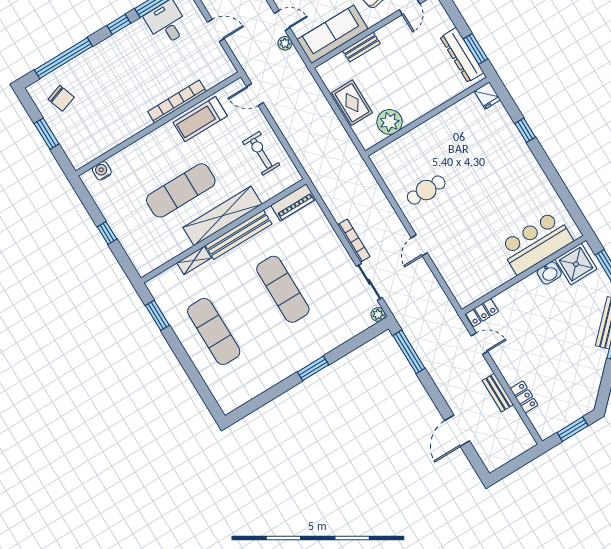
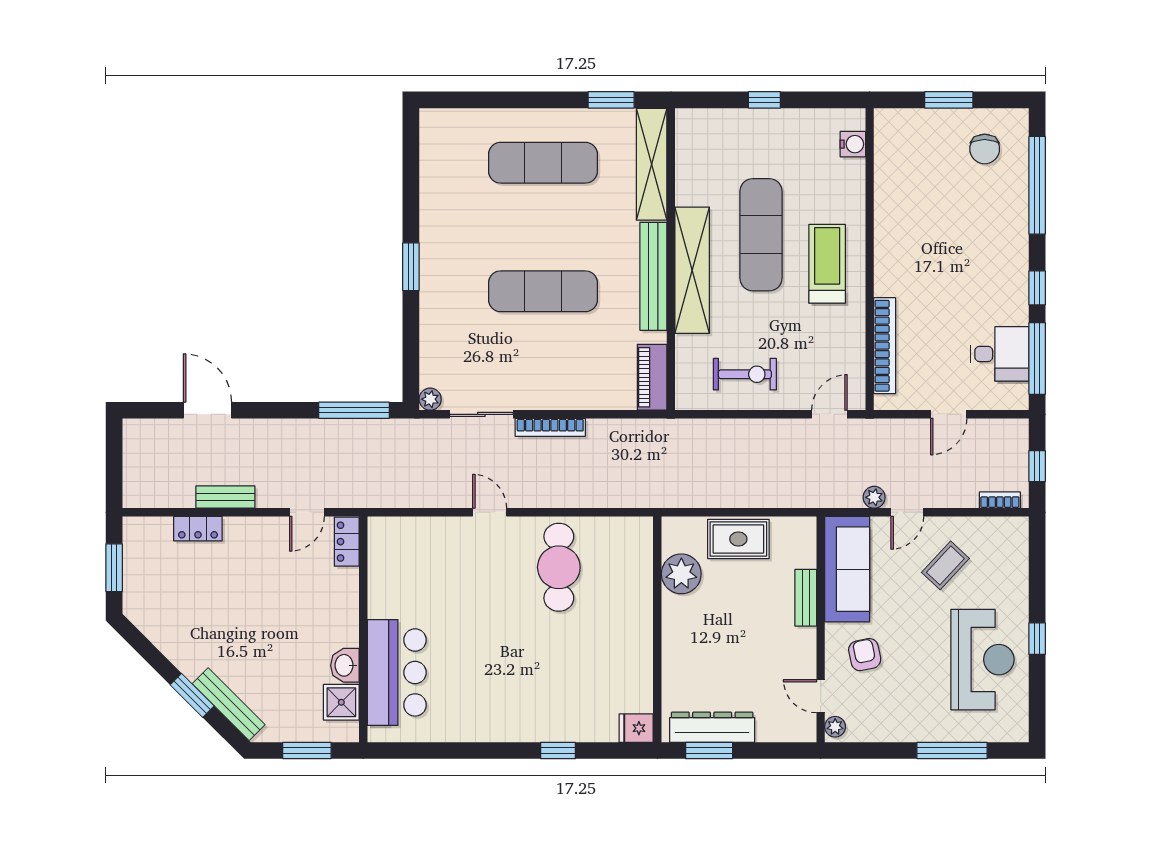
chair: (61, 98) -> (985, 149), turned -71
bookcase: (177, 101) -> (885, 346), moved
treadmill: (200, 119) -> (827, 264), moved
cafe table: (426, 190) -> (559, 567), width x1.37, depth x1.35
shelving: (194, 260) -> (652, 164), width x2.20, depth x1.33
shower: (576, 264) -> (341, 702), width x0.73, depth x0.73

